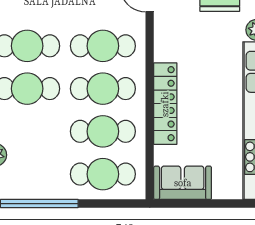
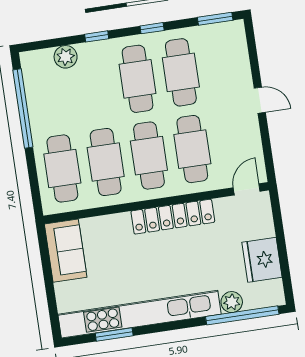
locker: (165, 104) -> (173, 217), moved

